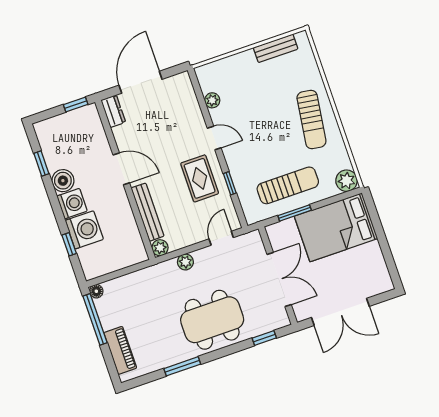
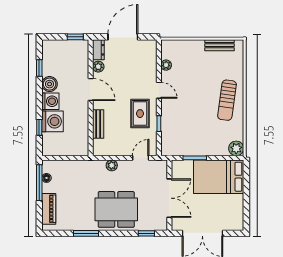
sun lounger: (288, 185) -> (196, 138), removed
bench: (148, 212) -> (98, 124), width x0.73
plant: (160, 248) -> (98, 67), moved
floor lamp: (96, 291) -> (46, 178), moved

